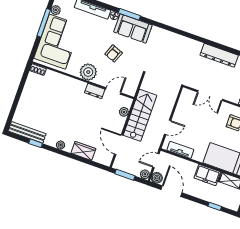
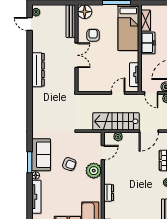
plant: (88, 72) -> (94, 171), moved
dresser: (95, 91) -> (109, 193), moved
door: (113, 91) -> (103, 153), swing flipped
double door: (210, 96) -> (77, 55), moved
door: (168, 127) -> (118, 93), hinge flipped

